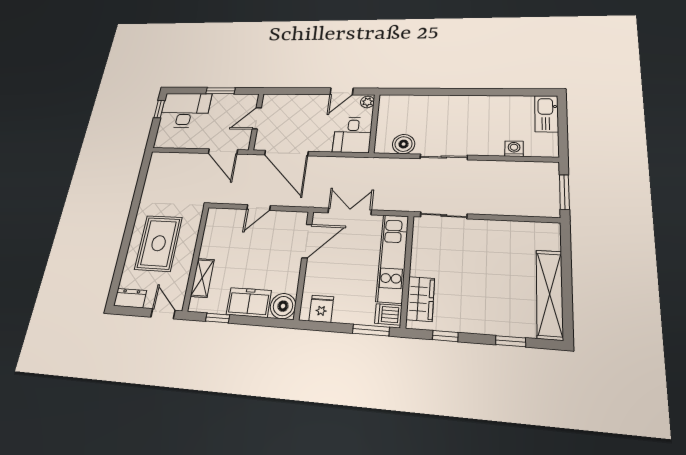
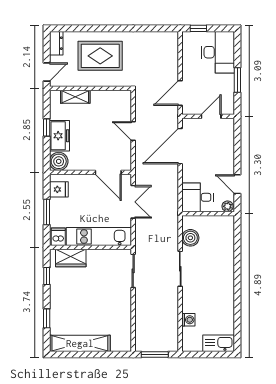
window: (159, 109) -> (198, 28), moved
door: (257, 118) -> (211, 116), hinge flipped
window: (218, 318) -> (47, 128), moved
window: (371, 330) -> (47, 212), moved

